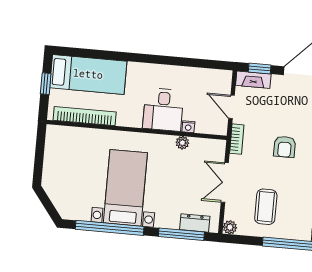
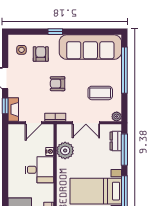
plant: (182, 143) -> (65, 151), width x1.87, depth x1.87
armchair: (285, 147) -> (58, 84), turned 180

